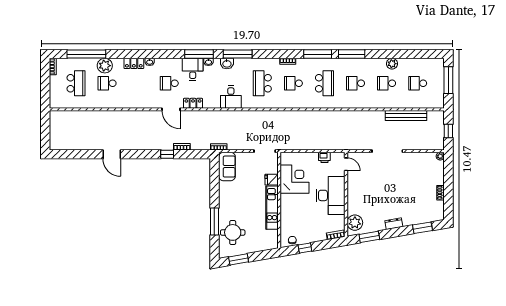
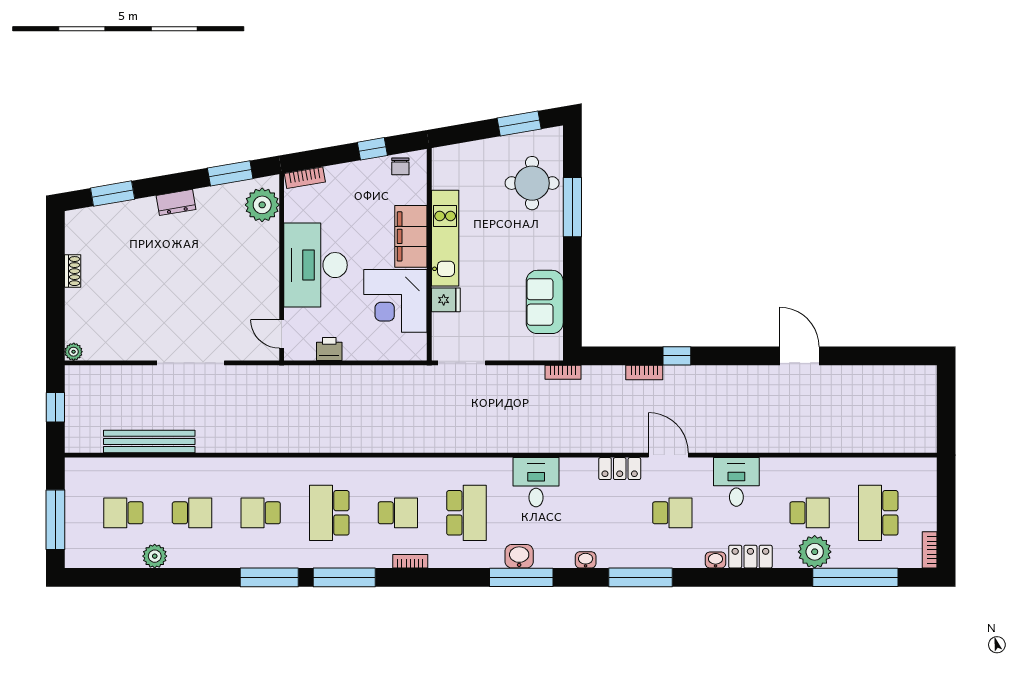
window: (199, 54) -> (640, 577), moved
washbasin: (227, 64) -> (519, 556), moved
plant: (392, 64) -> (155, 556), moved
desk: (193, 69) -> (736, 482), moved, turned 180
school desk: (356, 83) -> (261, 513), turned 180
school desk: (418, 83) -> (123, 513), turned 180
sofa: (227, 167) -> (545, 302), moved
filing cabinet: (288, 208) -> (411, 236), added

